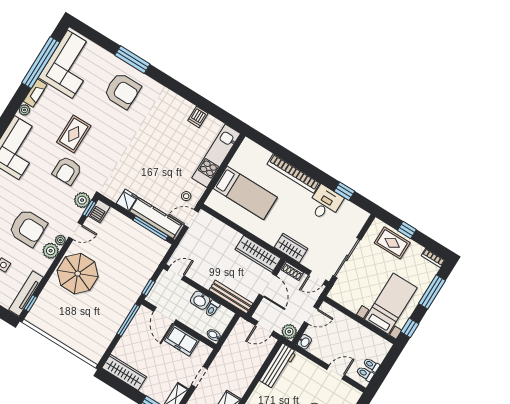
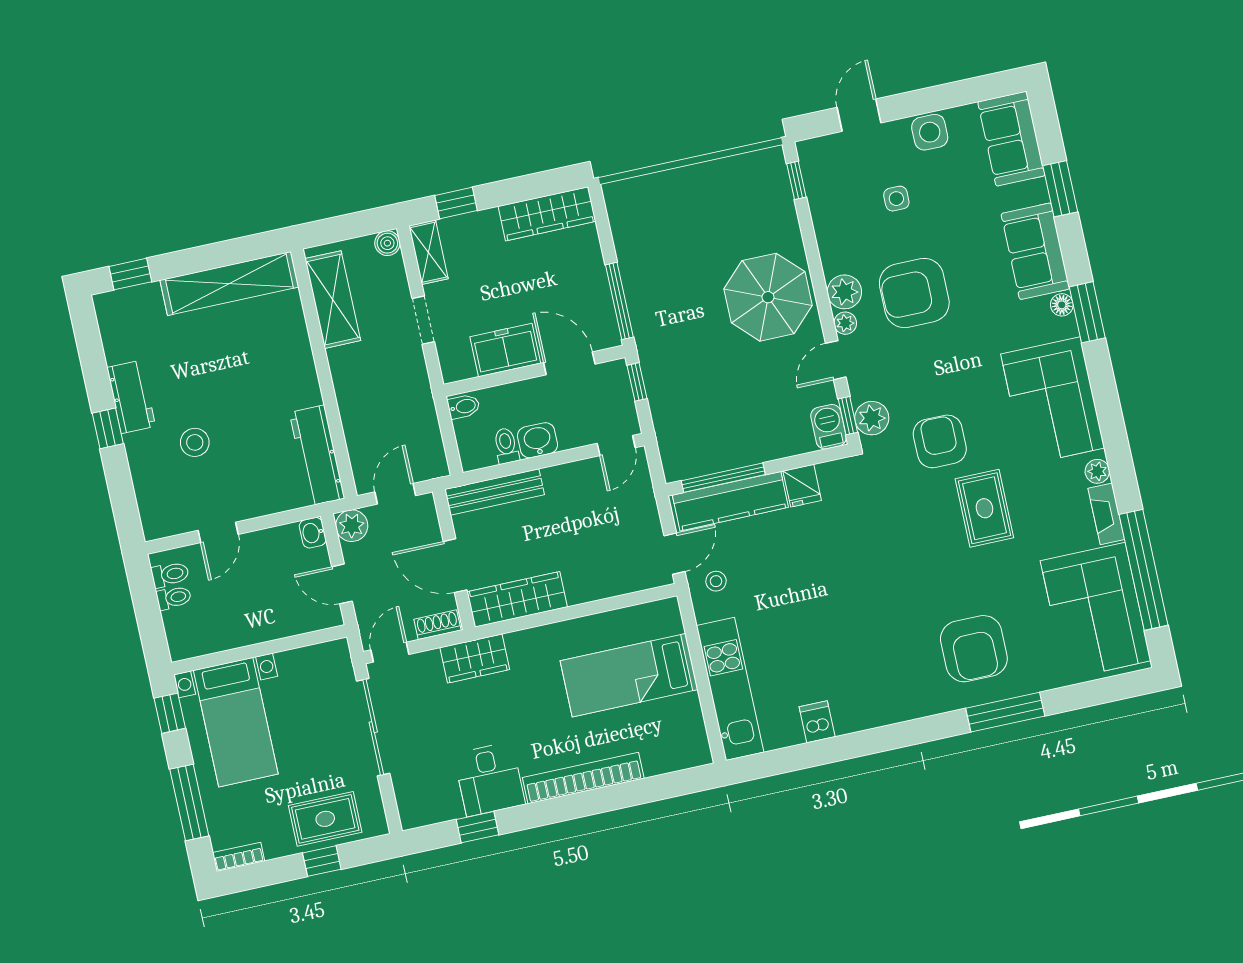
armchair: (122, 91) -> (974, 649), turned -90
tv unit: (26, 294) -> (818, 188), removed
door: (311, 315) -> (342, 584), hinge flipped

